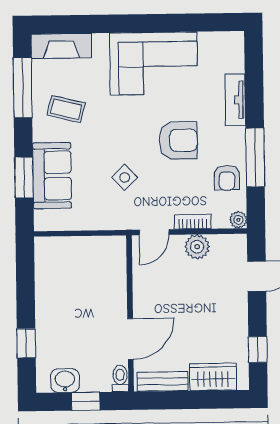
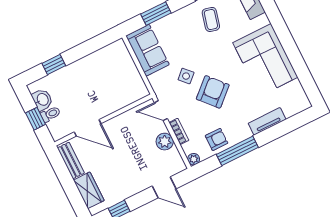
armchair: (178, 140) -> (213, 92), moved, turned -132
sofa: (52, 176) -> (147, 50), moved, turned -90
armchair: (227, 177) -> (217, 139), turned 180
toilet: (120, 378) -> (51, 114), moved

